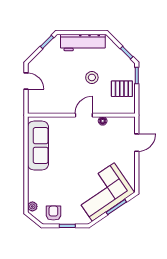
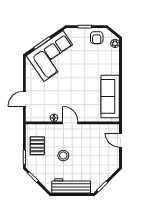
door: (26, 81) -> (121, 140), moved
pallet: (122, 89) -> (37, 146), turned 90
door: (84, 115) -> (70, 123), swing flipped

